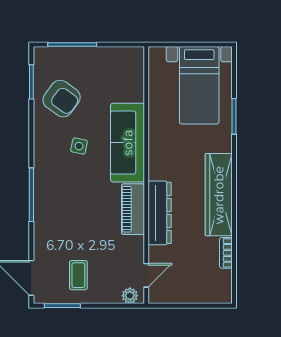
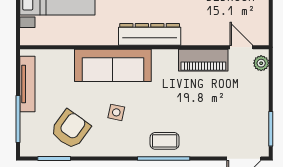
tv unit: (108, 54) -> (27, 84), added
piano: (133, 209) -> (203, 60), moved
dresser: (160, 213) -> (150, 34), moved
coffee table: (78, 275) -> (165, 141), moved

